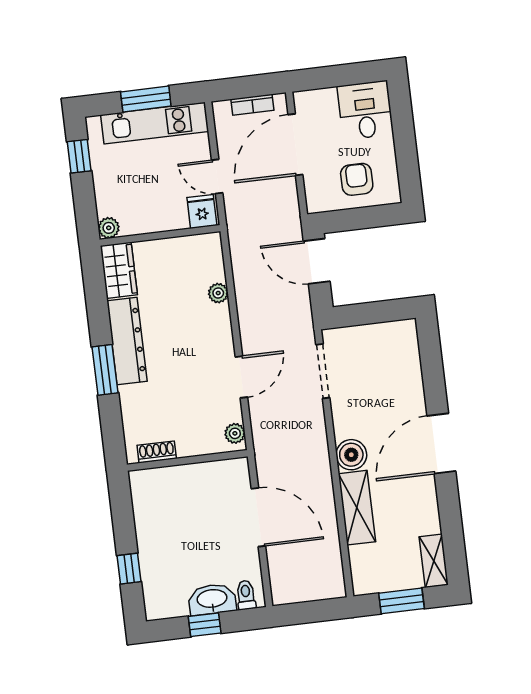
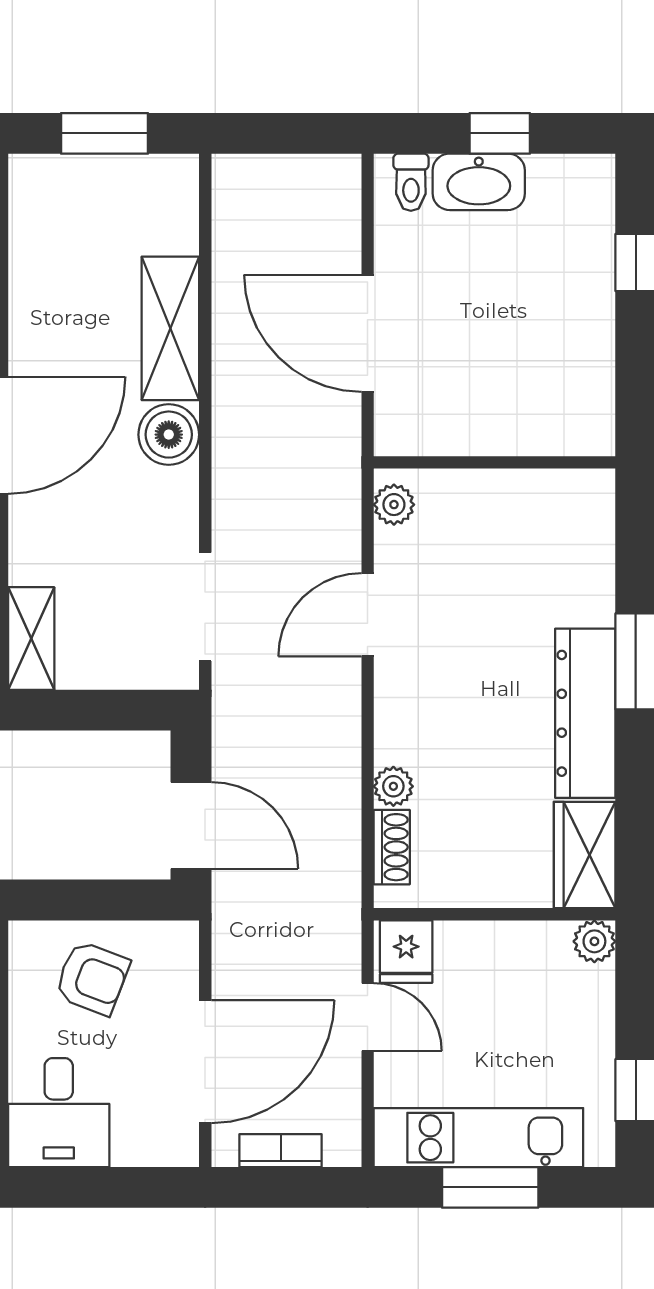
armchair: (357, 179) -> (92, 978), turned -69
shoe rack: (157, 452) -> (392, 847), moved, turned -90
shelving: (434, 561) -> (31, 639), moved

